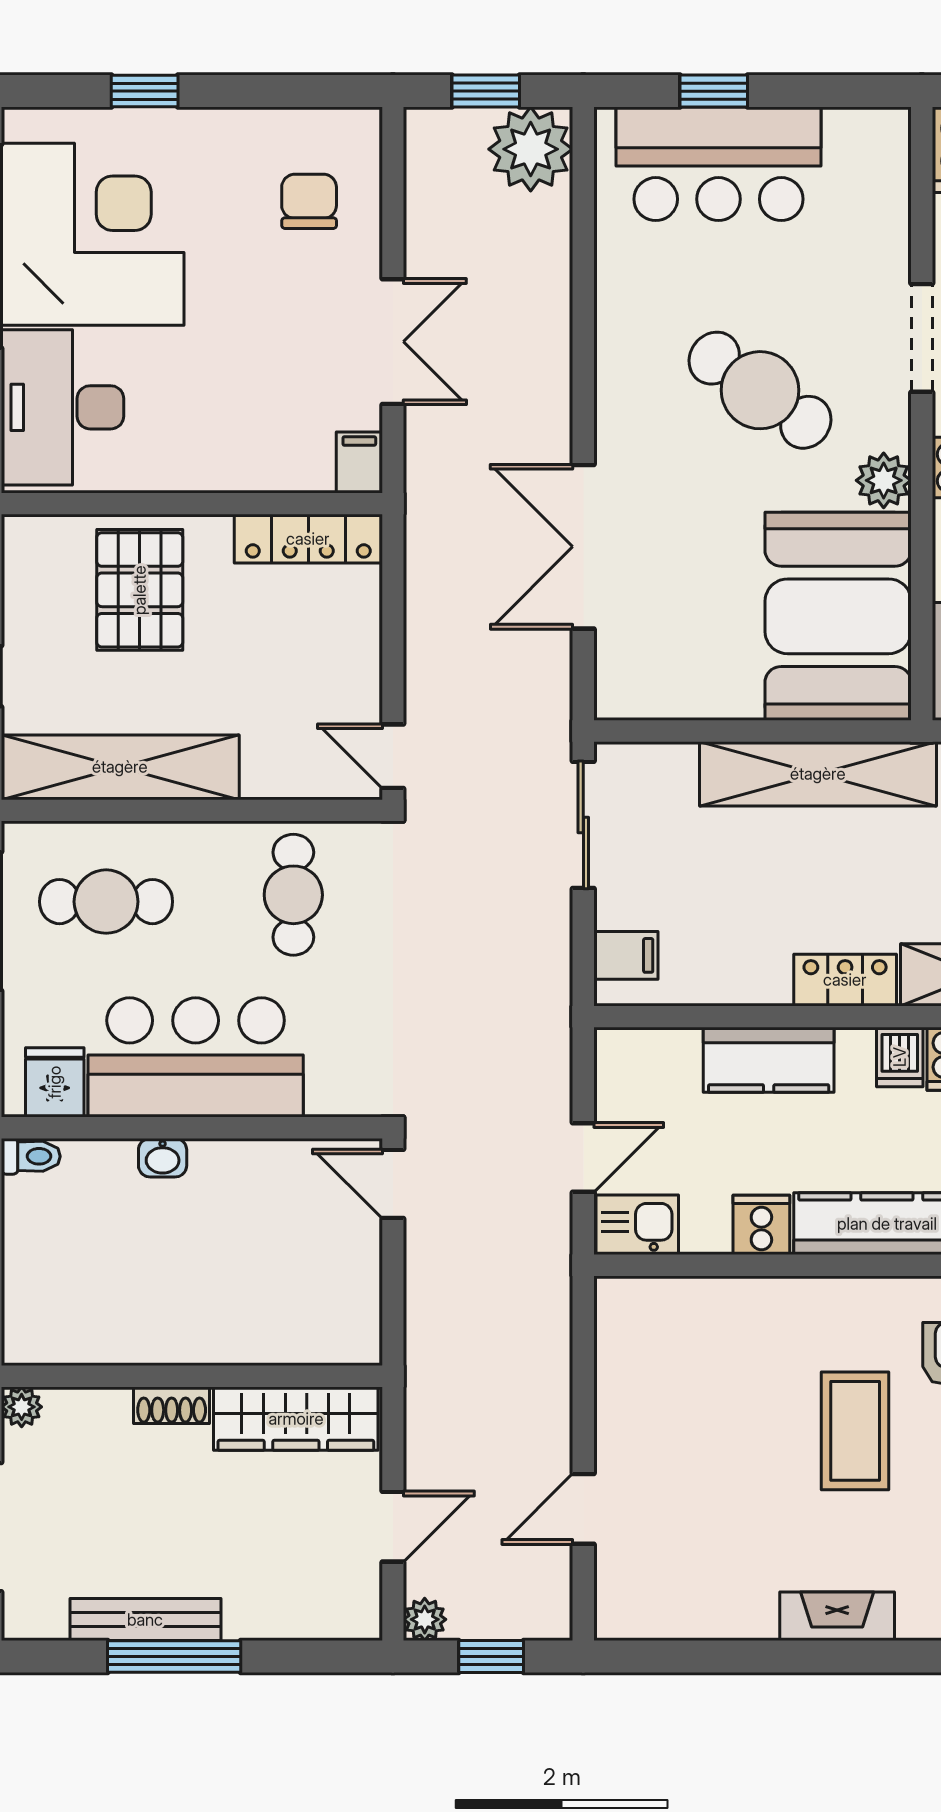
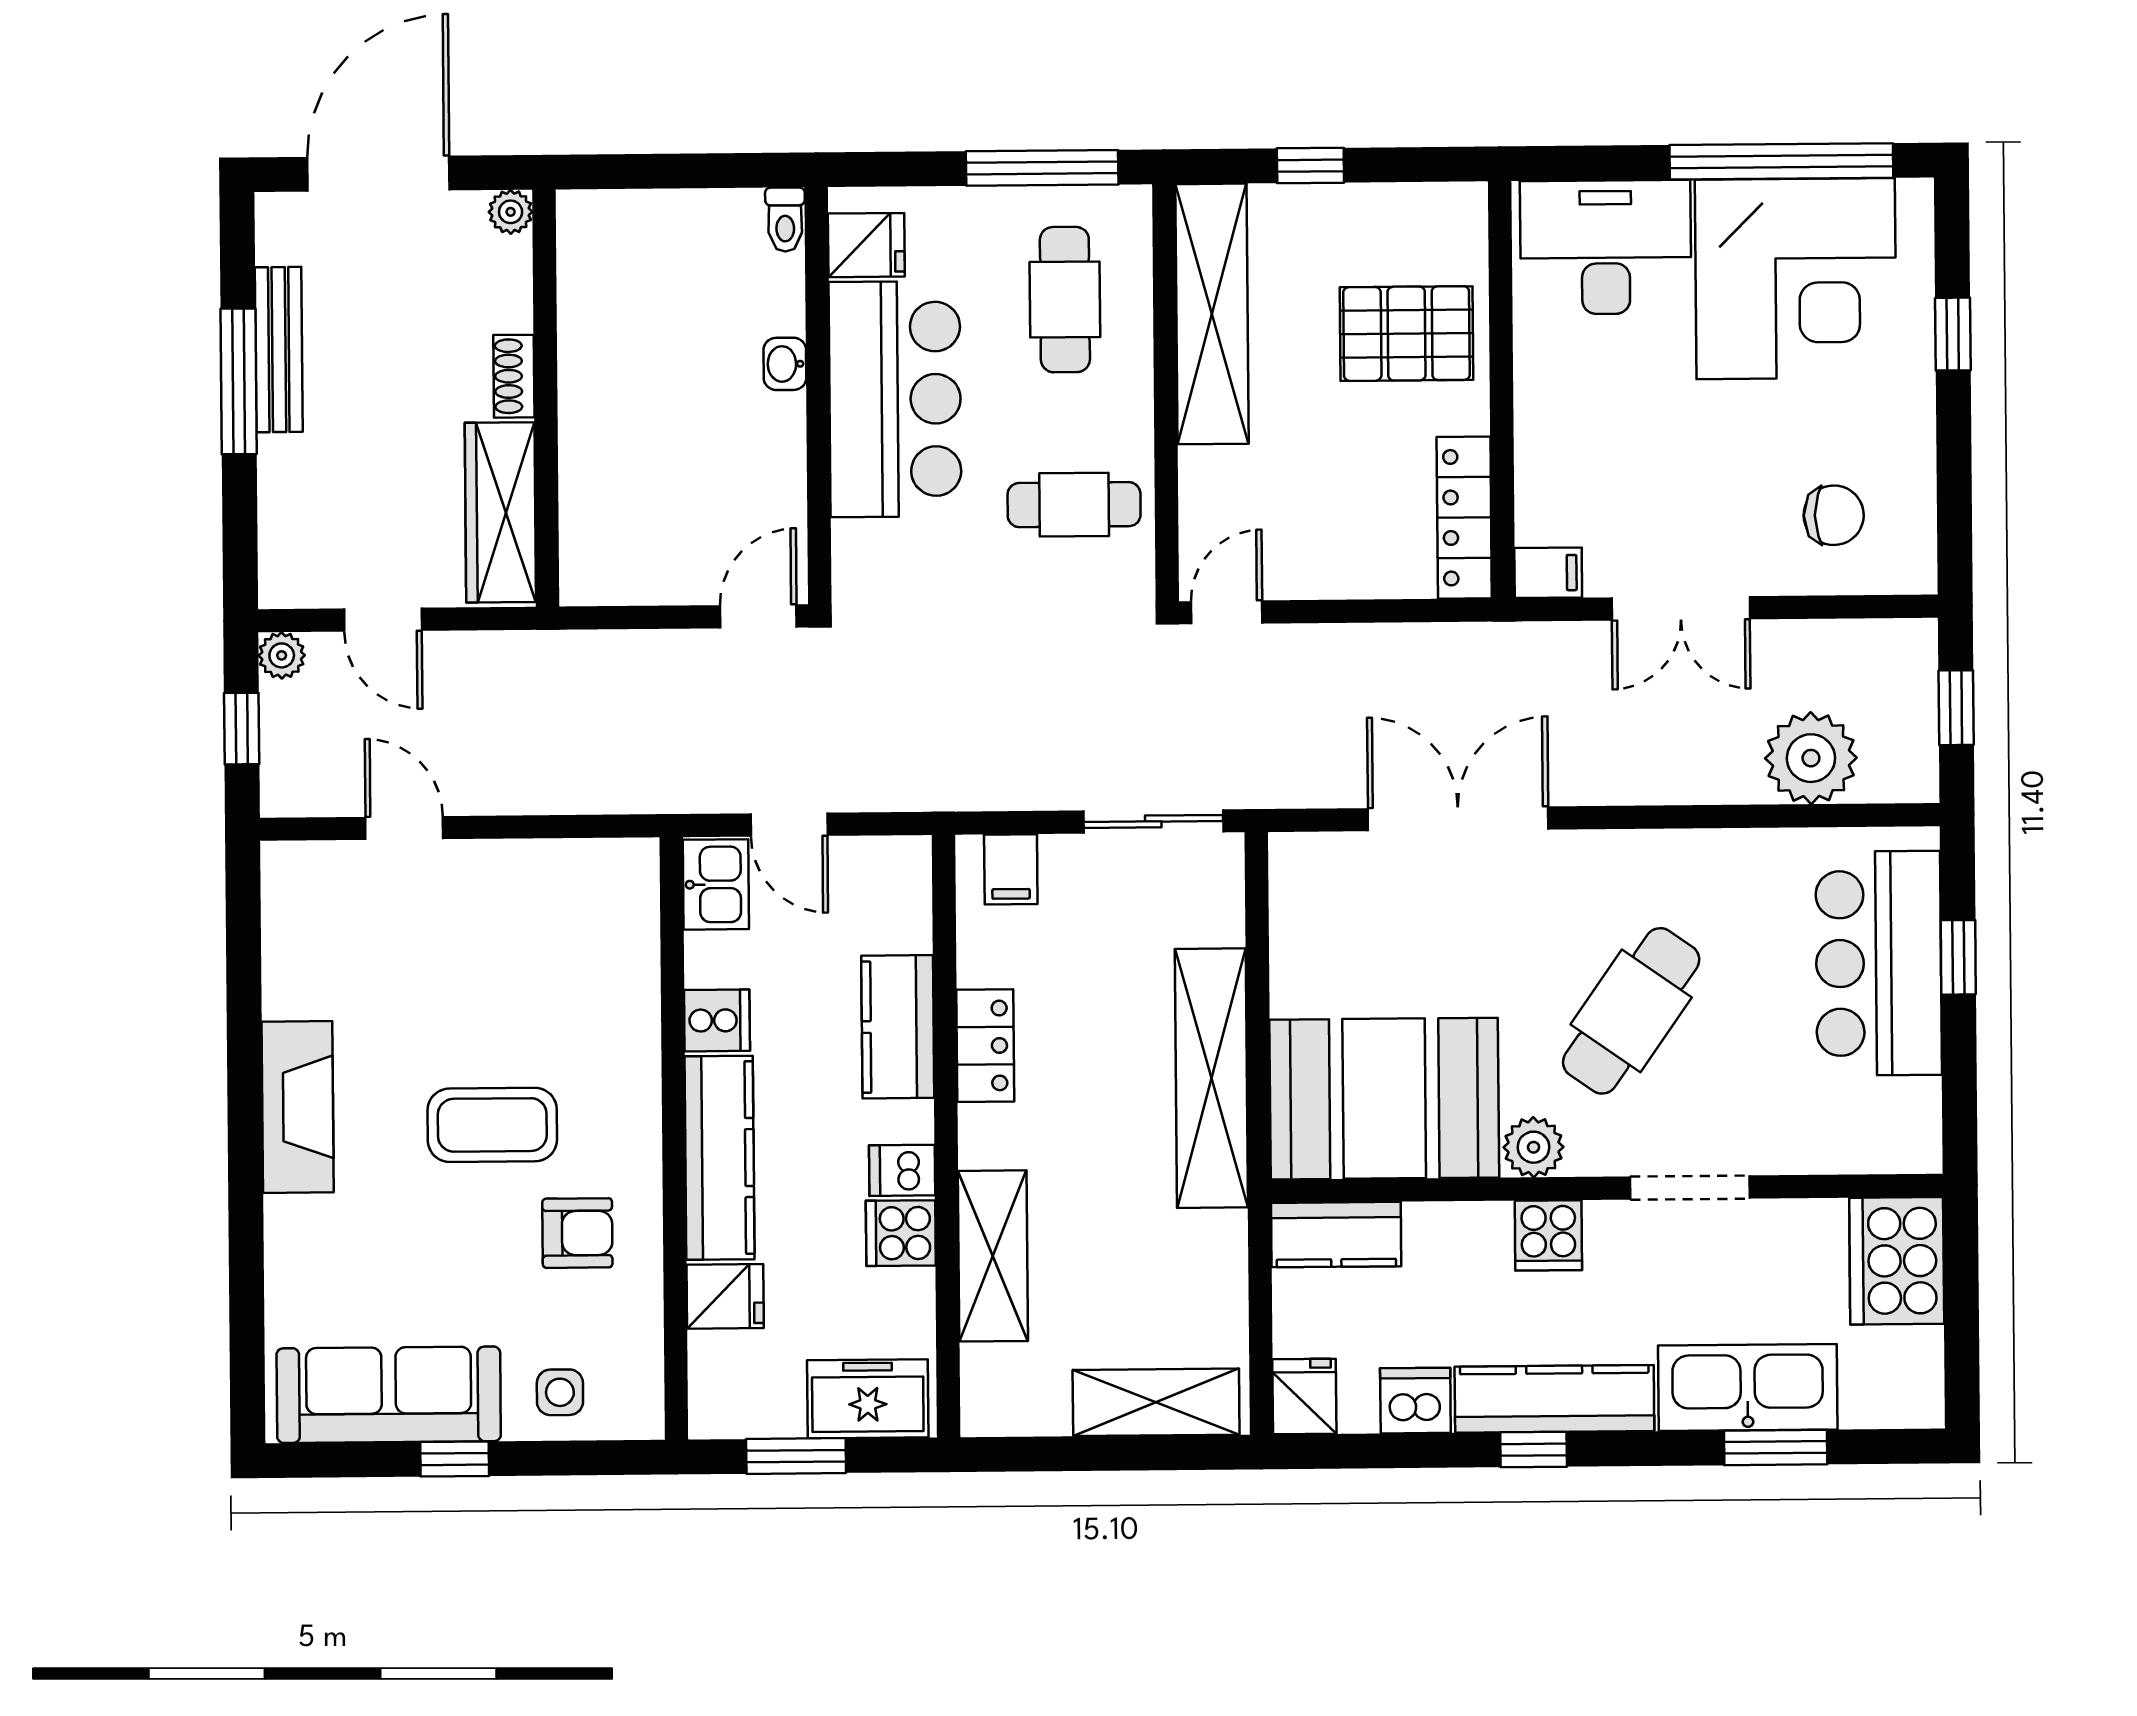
plant: (531, 149) -> (1811, 758), moved
locker: (845, 980) -> (985, 1046), moved
fireplace: (837, 1616) -> (298, 1107), width x1.37, depth x1.32

